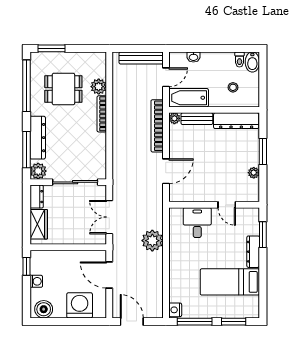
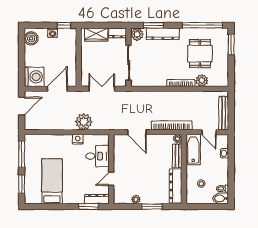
window: (26, 150) -> (153, 25), width x0.69
dresser: (253, 252) -> (97, 199), moved
washing machine: (80, 305) -> (34, 77), moved
nightstand: (175, 310) -> (78, 139), moved

